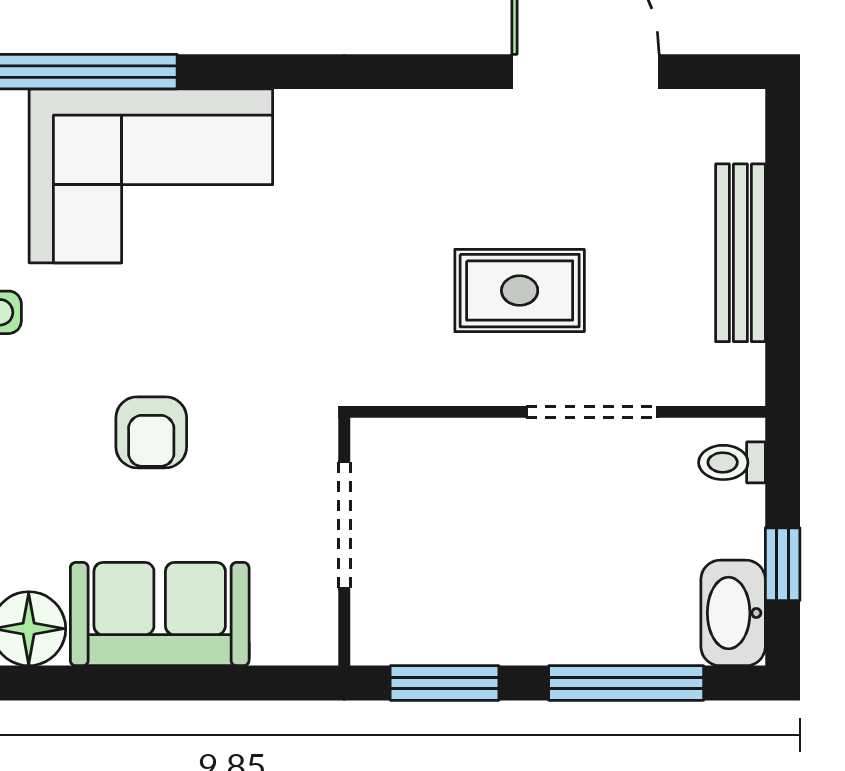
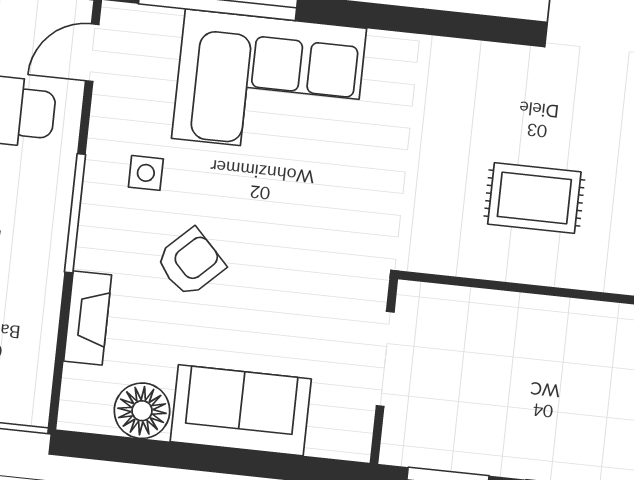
doorway: (592, 412) -> (579, 294), removed
armchair: (151, 432) -> (190, 262), moved, turned -134

